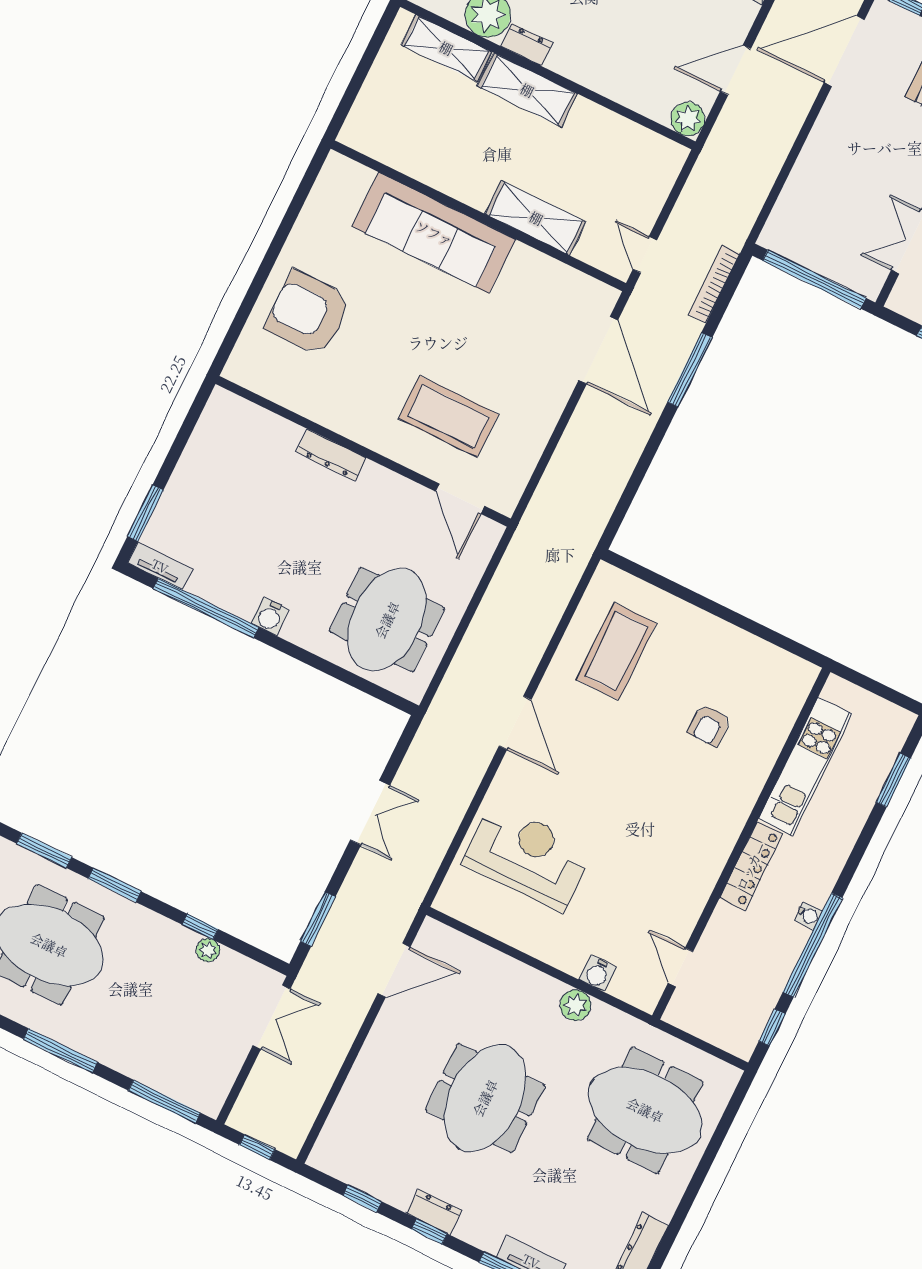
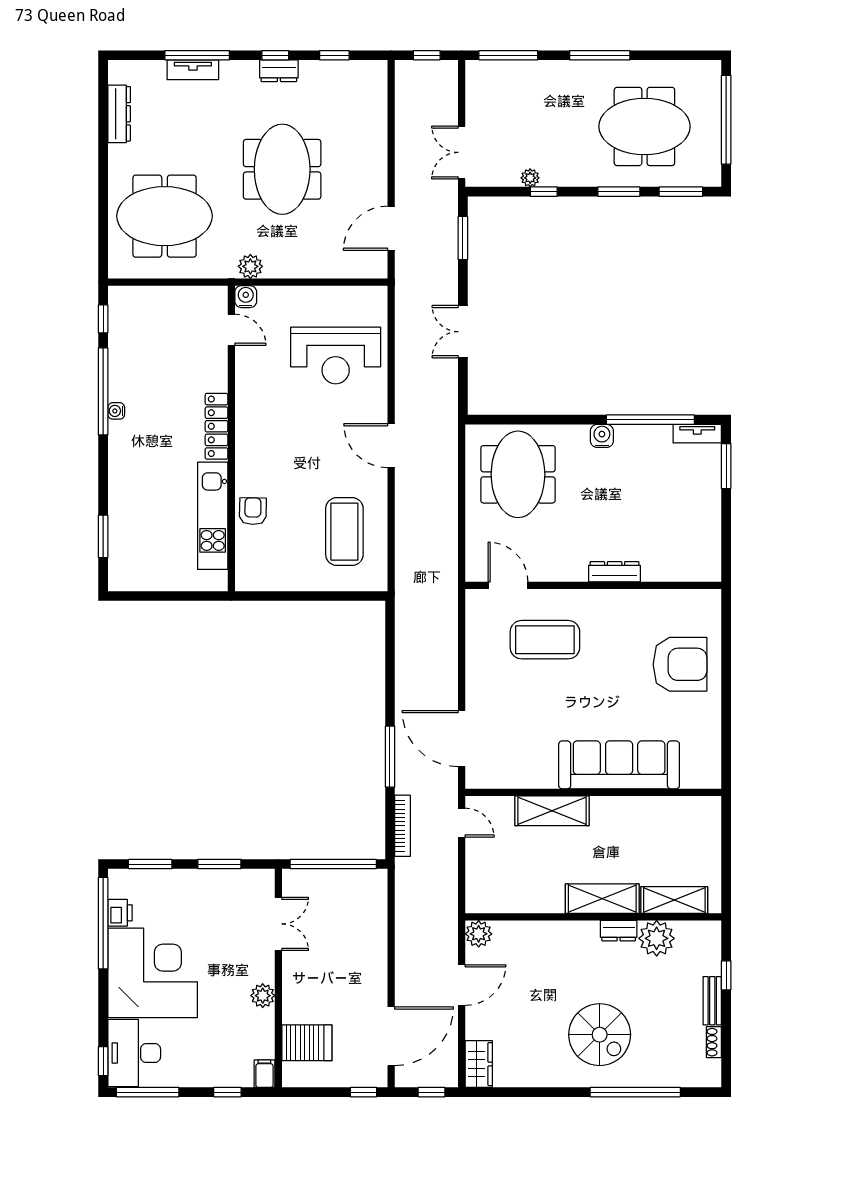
kitchen unit: (805, 766) -> (213, 516), moved
wall: (741, 844) -> (231, 439), moved
locker: (751, 866) -> (217, 426), moved
door: (681, 967) -> (231, 330), moved

